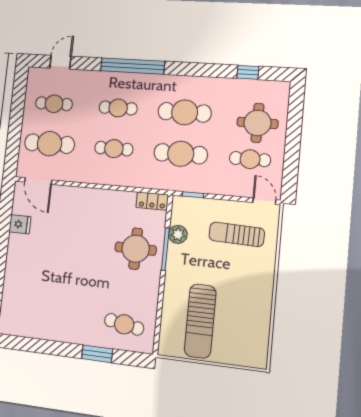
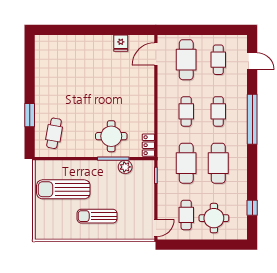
sun lounger: (237, 234) -> (97, 216), moved, turned -92

